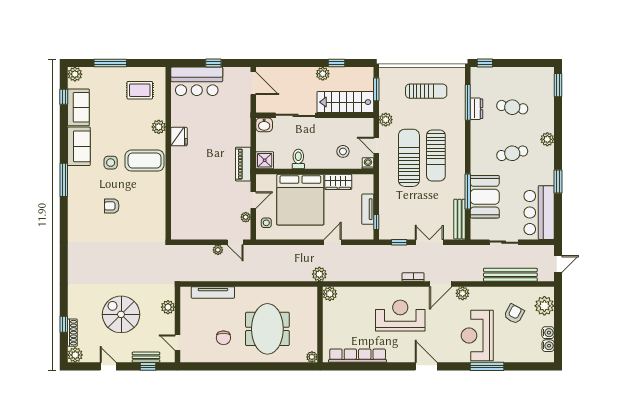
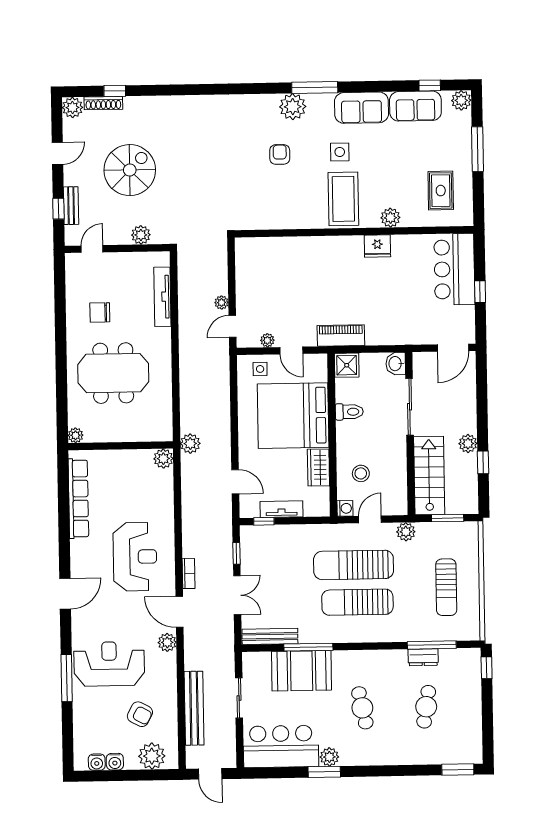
plant: (547, 139) -> (329, 757), moved
sun lounger: (409, 158) -> (354, 565), turned 180
plant: (77, 196) -> (293, 107), added
door: (333, 242) -> (235, 482), moved

